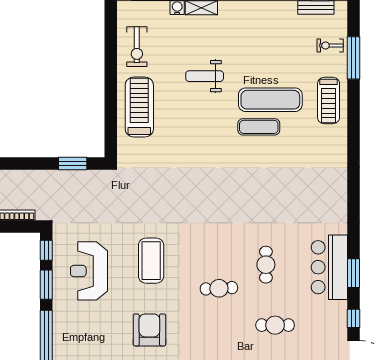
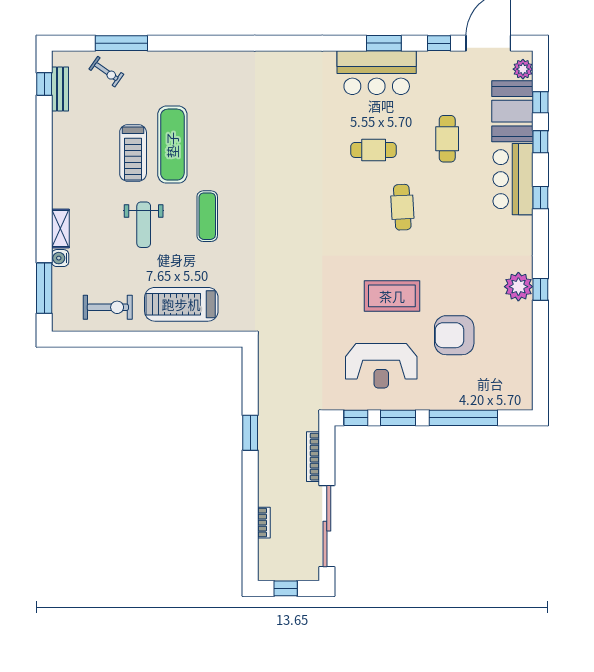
exercise bike: (330, 45) -> (106, 72), turned -55
treadmill: (329, 101) -> (133, 153), moved, turned 90
exercise mat: (259, 127) -> (207, 216), moved
window: (73, 163) -> (250, 433), moved
coffee table: (151, 261) -> (392, 296), moved
armchair: (149, 330) -> (454, 335), moved

